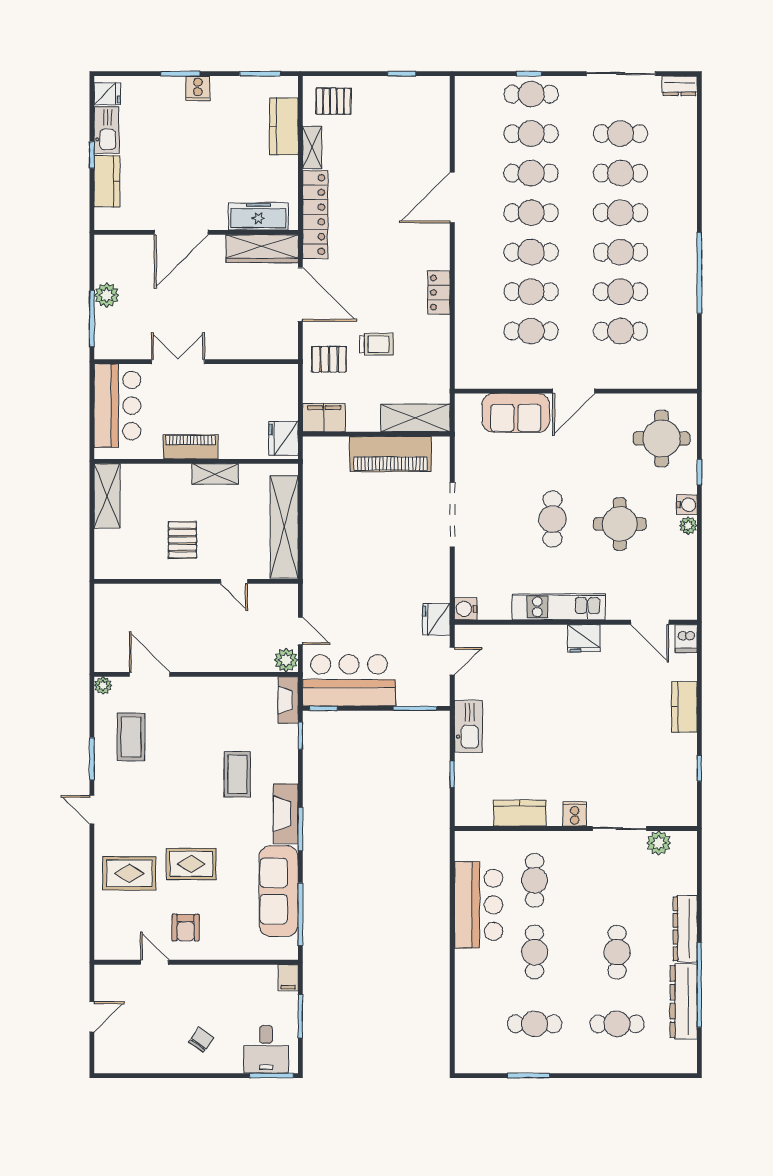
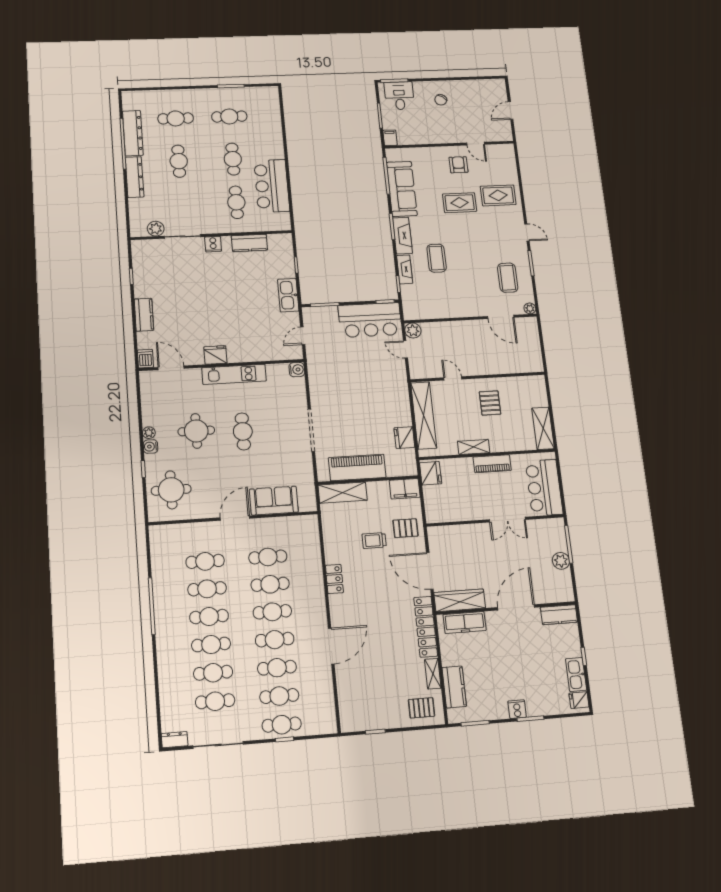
kitchen counter: (107, 181) -> (559, 615), moved, turned -90
fridge: (436, 619) -> (404, 438), moved, turned 180
fireplace: (288, 700) -> (405, 269), moved

